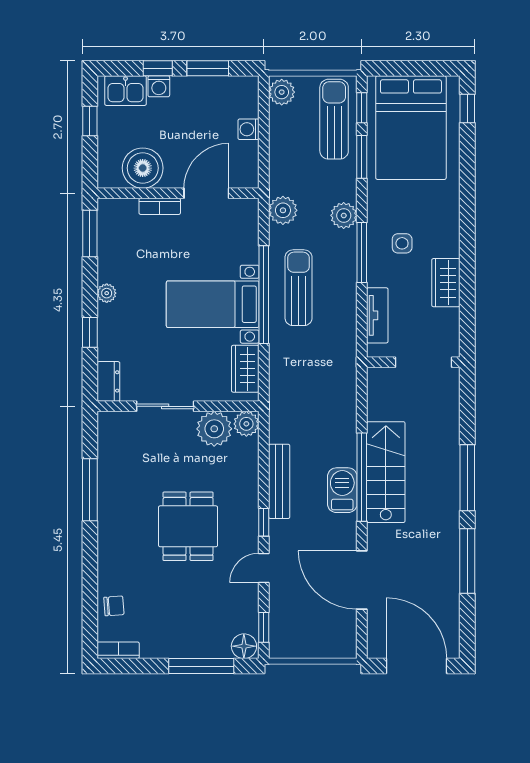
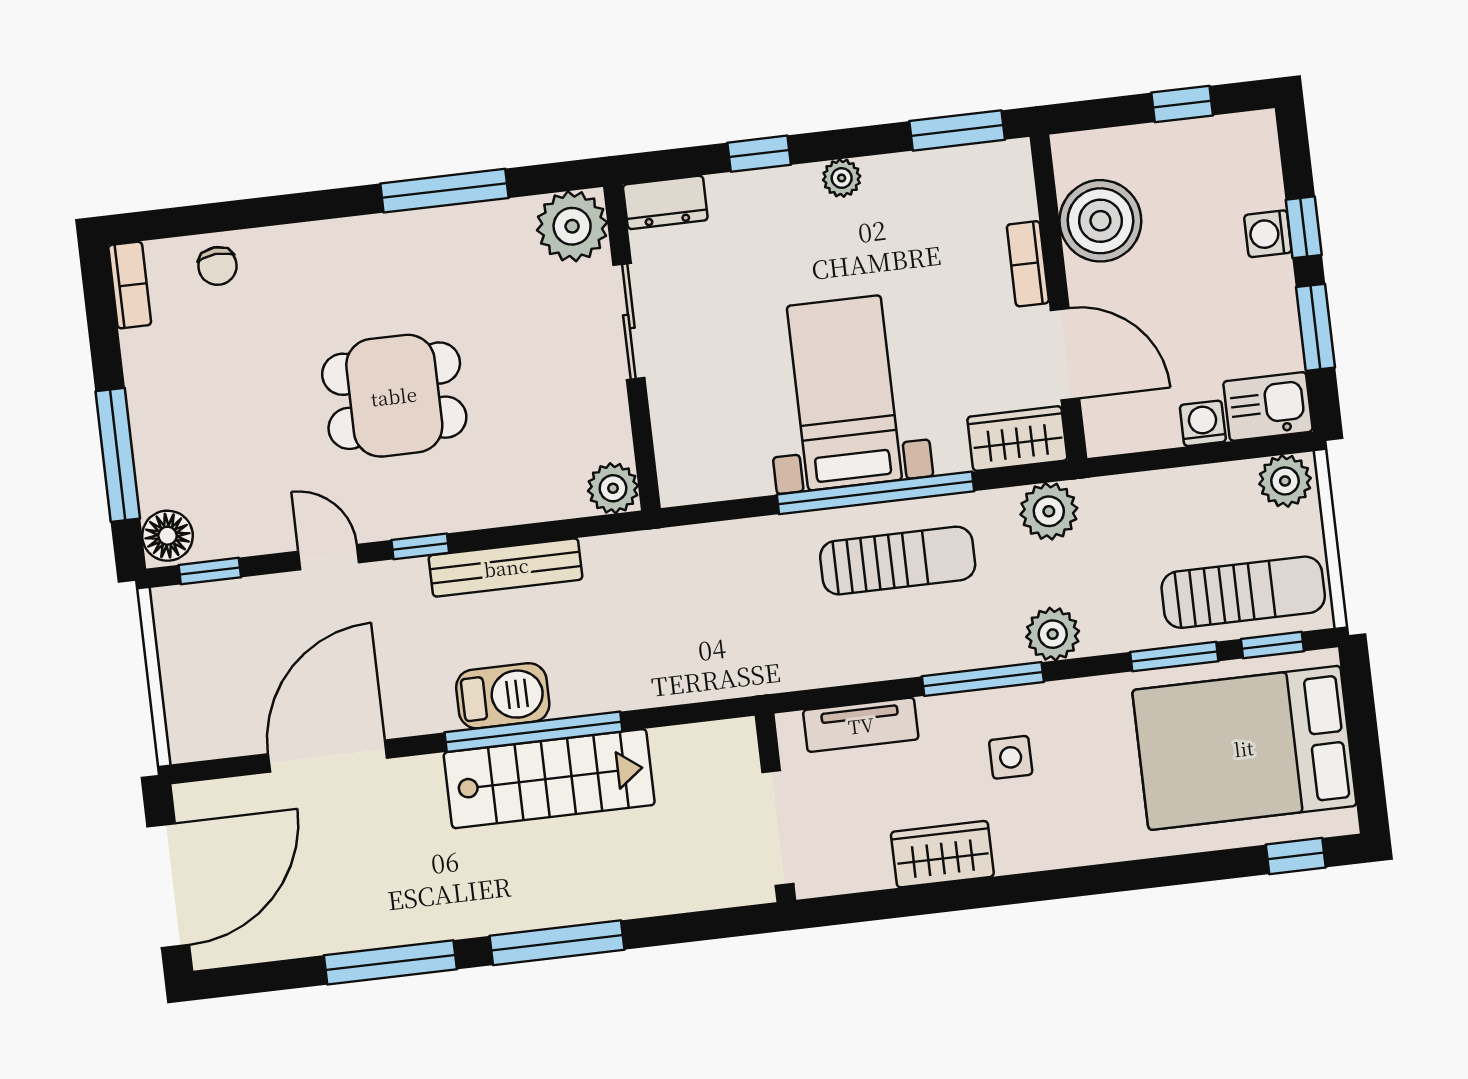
kitchen sink: (126, 91) -> (1268, 406), moved, turned 90
wardrobe: (245, 369) -> (1017, 439), moved
plant: (214, 429) -> (572, 226), moved

